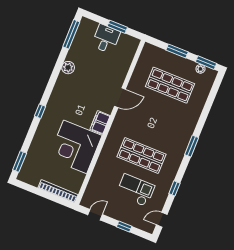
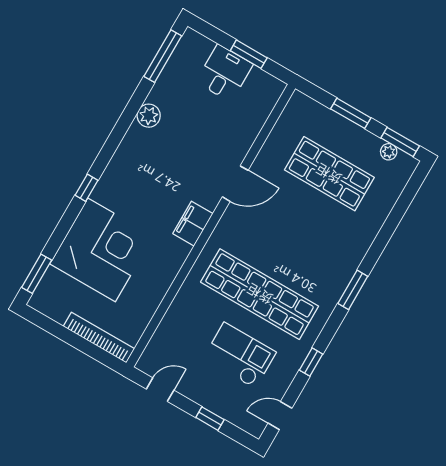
corner desk: (75, 147) -> (102, 250), moved, turned 180
shop shelf: (142, 156) -> (260, 294), width x1.40

